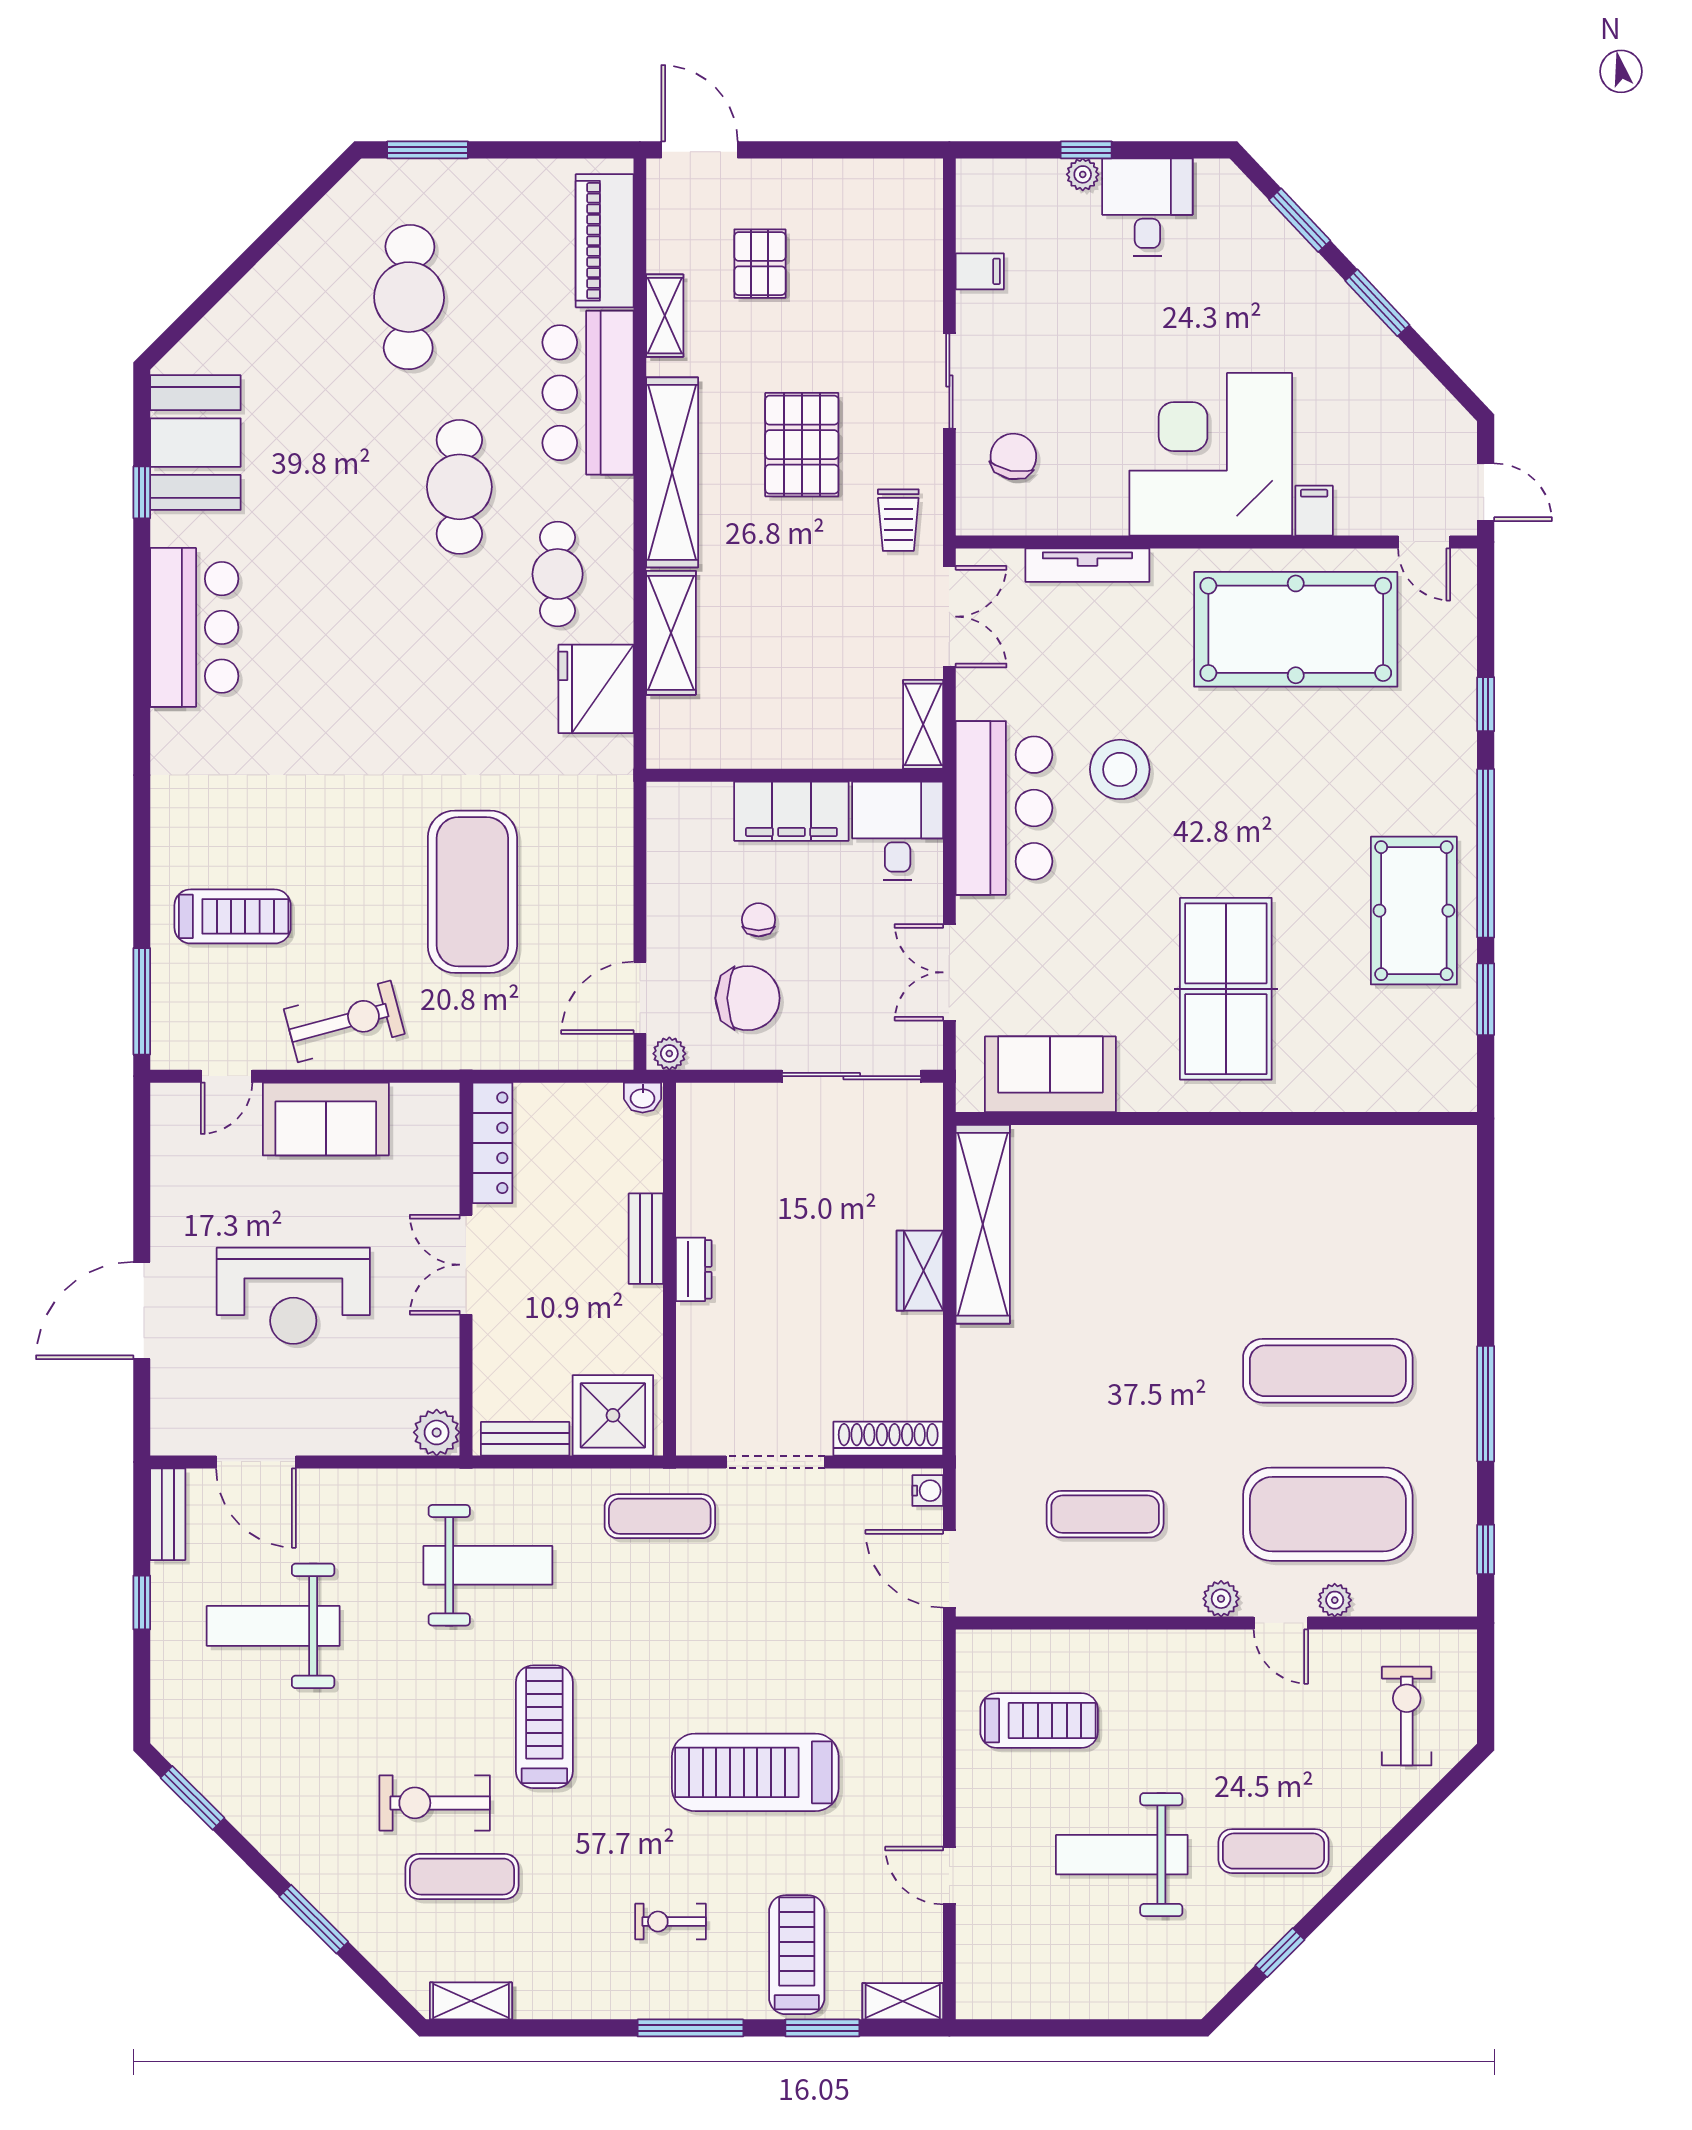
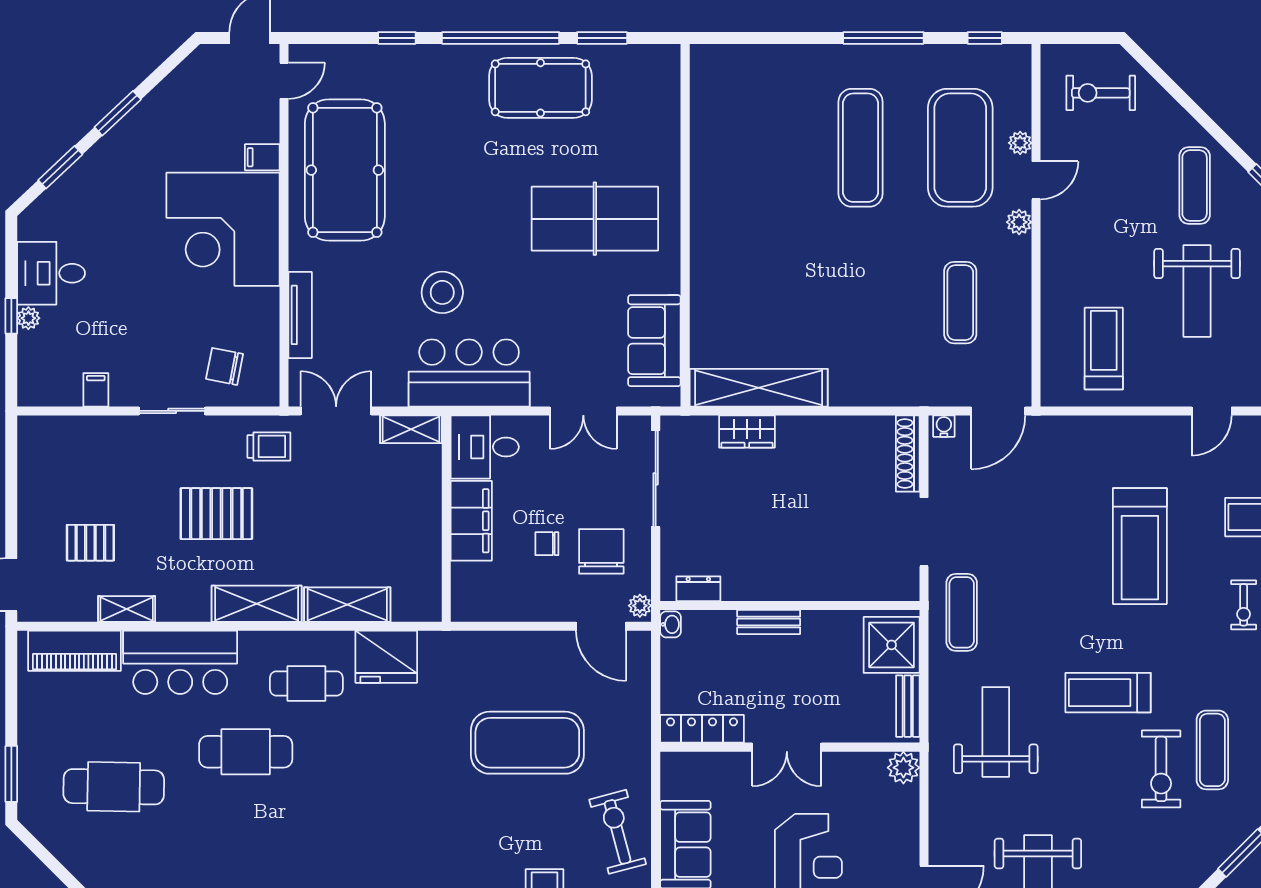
shelving: (672, 472) -> (257, 604), width x0.68
dresser: (694, 1269) -> (698, 589), moved
wardrobe: (920, 1271) -> (747, 432), moved

